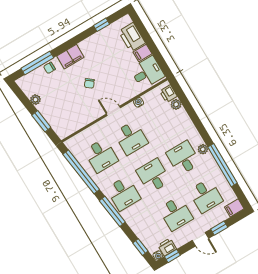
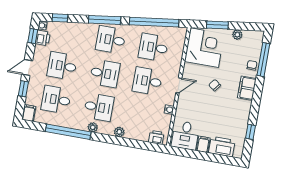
plant: (176, 104) -> (119, 132), moved
corner desk: (67, 116) -> (204, 48), added

